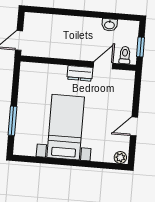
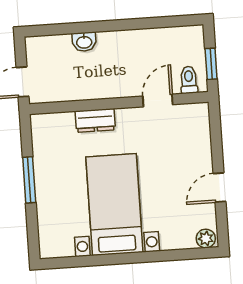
washbasin: (110, 25) -> (84, 42), moved
dresser: (80, 73) -> (95, 120), moved
window: (12, 121) -> (29, 180), moved

